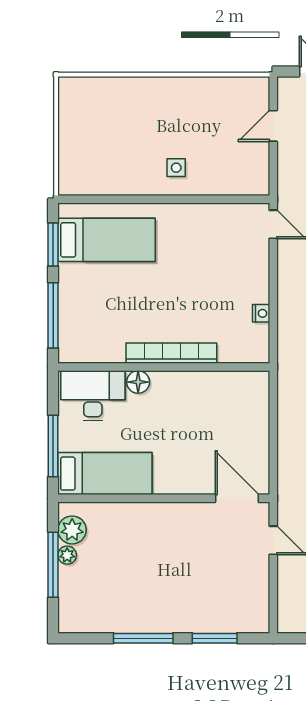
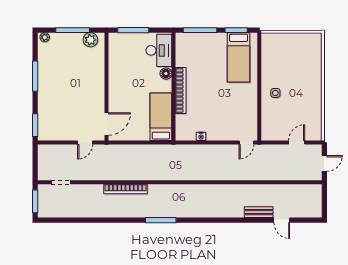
door: (273, 126) -> (297, 143), hinge flipped
bed: (105, 474) -> (161, 117), moved, turned 180
plant: (67, 555) -> (45, 37), moved
window: (215, 638) -> (35, 125), moved

